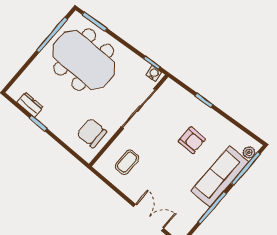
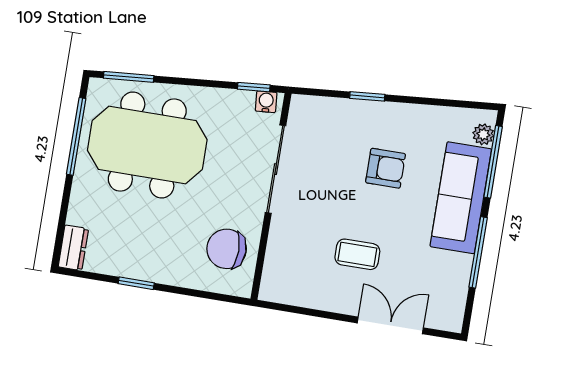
dresser: (30, 105) -> (73, 248), moved, turned 90
coffee table: (127, 162) -> (357, 254), moved, turned 90

